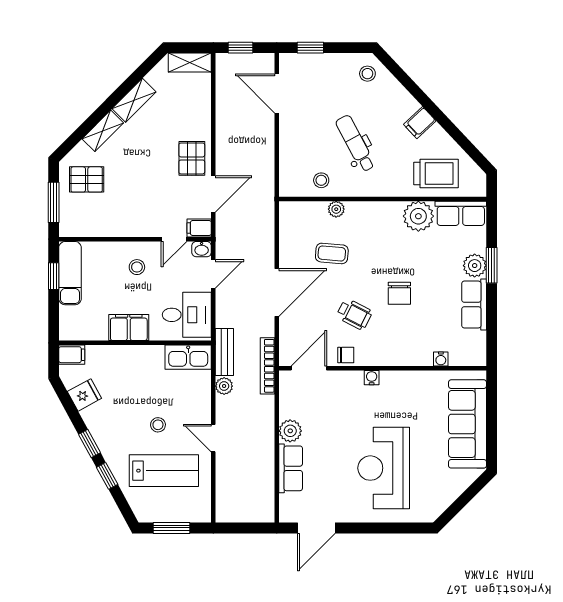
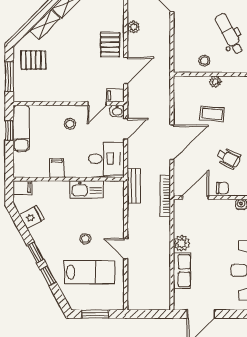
filing cabinet: (129, 327) -> (57, 168), width x0.50
kitchen sink: (188, 357) -> (86, 189), moved
plant: (224, 386) -> (134, 27), moved

